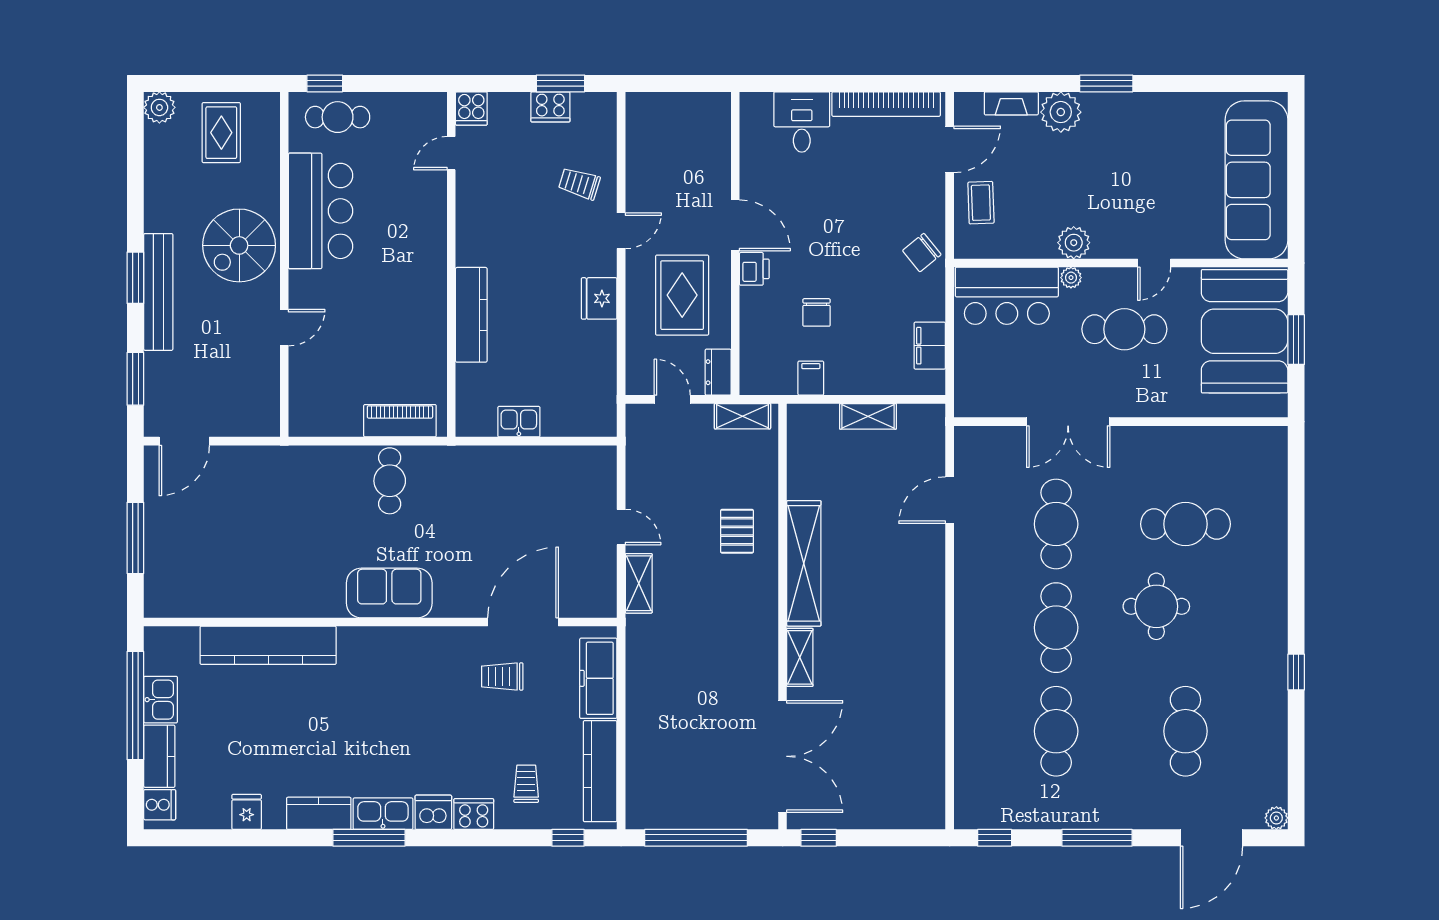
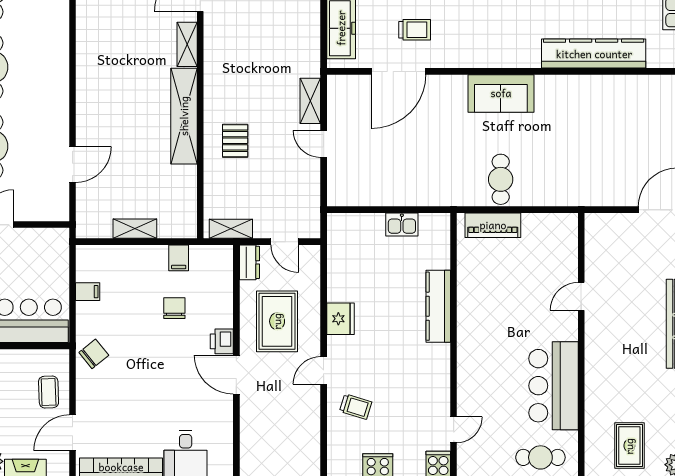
spiral stairs: (239, 245) -> (616, 359), removed
filing cabinet: (930, 346) -> (88, 292), width x0.50

